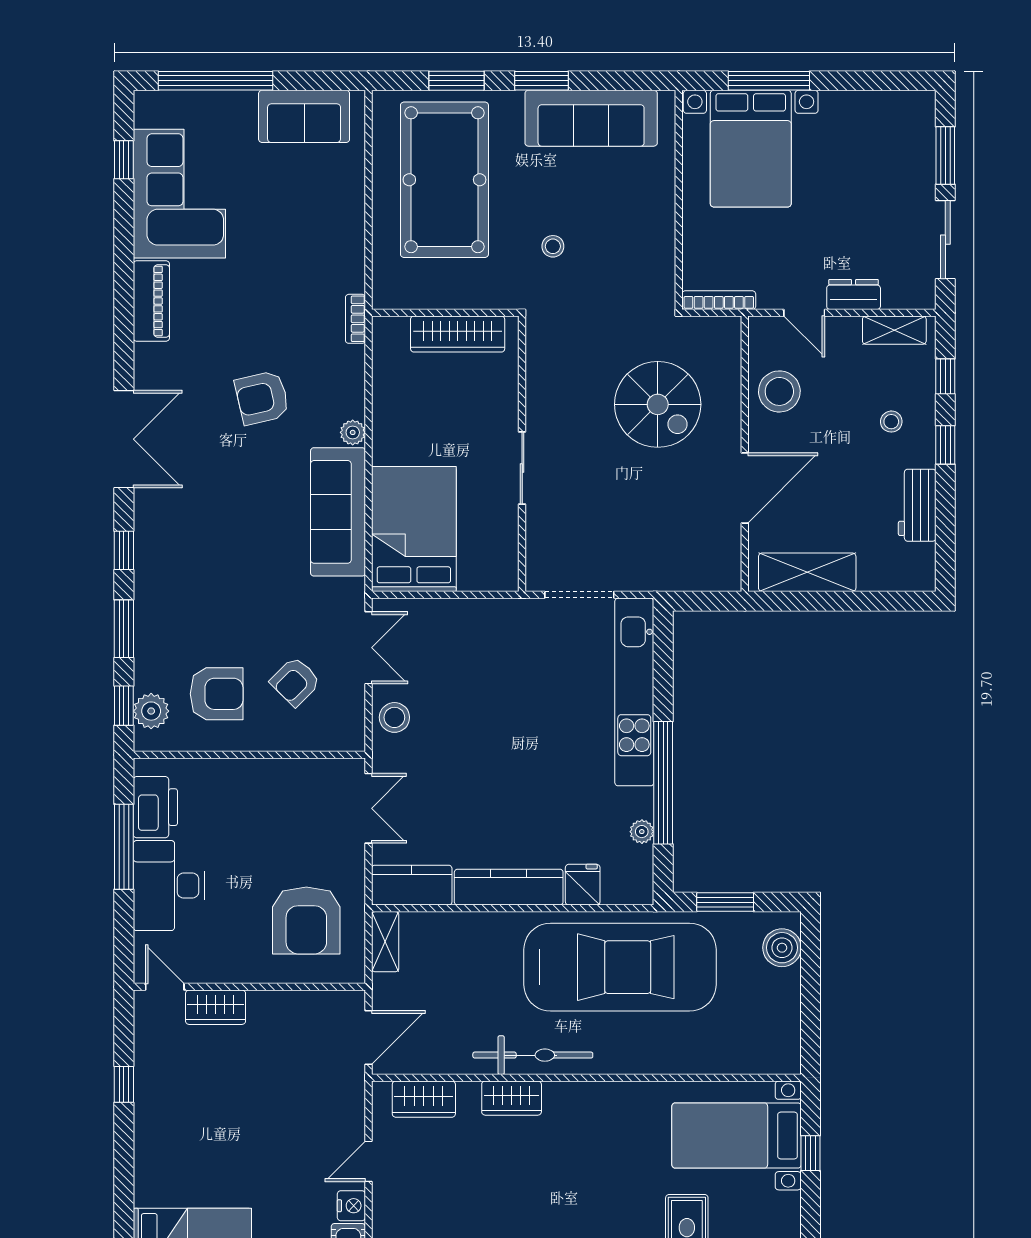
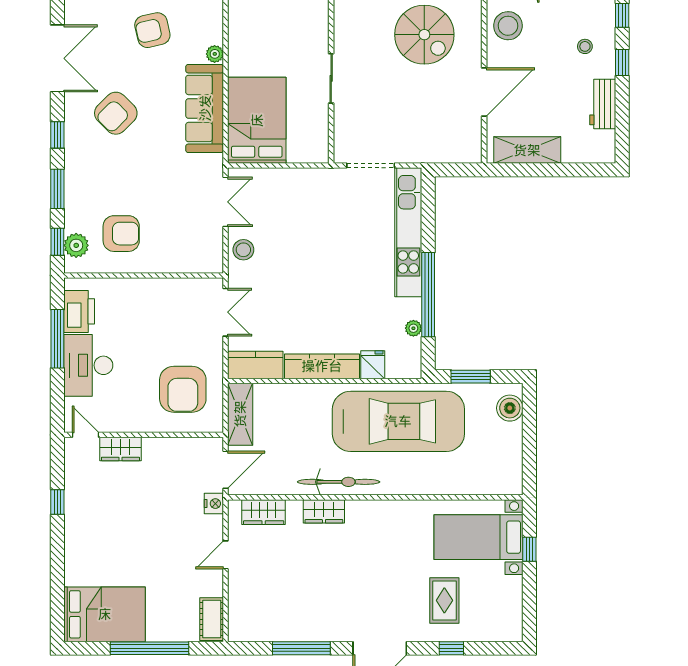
armchair: (295, 682) -> (116, 113), moved, width x1.38, depth x1.38
shelving: (385, 942) -> (240, 414), width x1.50, depth x1.33
nightstand: (351, 1206) -> (214, 504), moved

